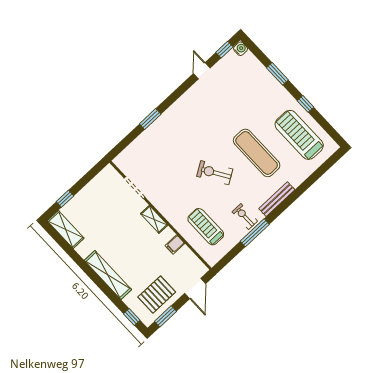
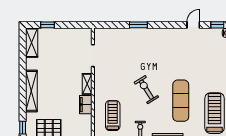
filing cabinet: (175, 244) -> (86, 105), width x2.00

